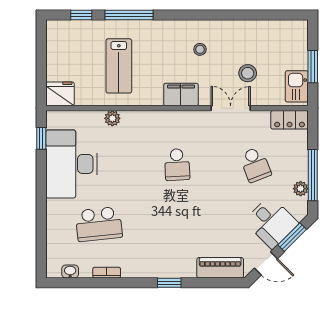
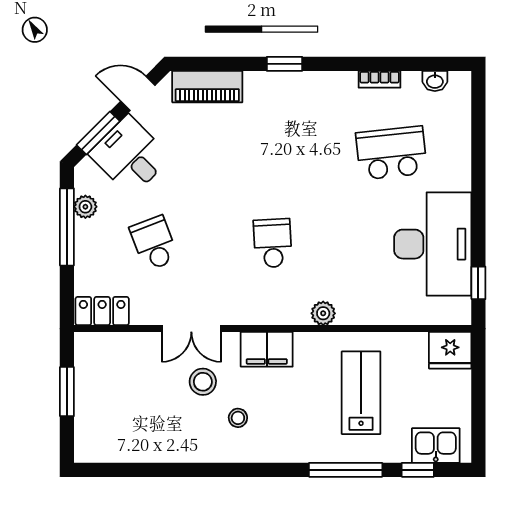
stool: (248, 73) -> (203, 382), moved
kitchen sink: (297, 86) -> (436, 445), moved, turned -90
plant: (112, 118) -> (323, 313), moved

